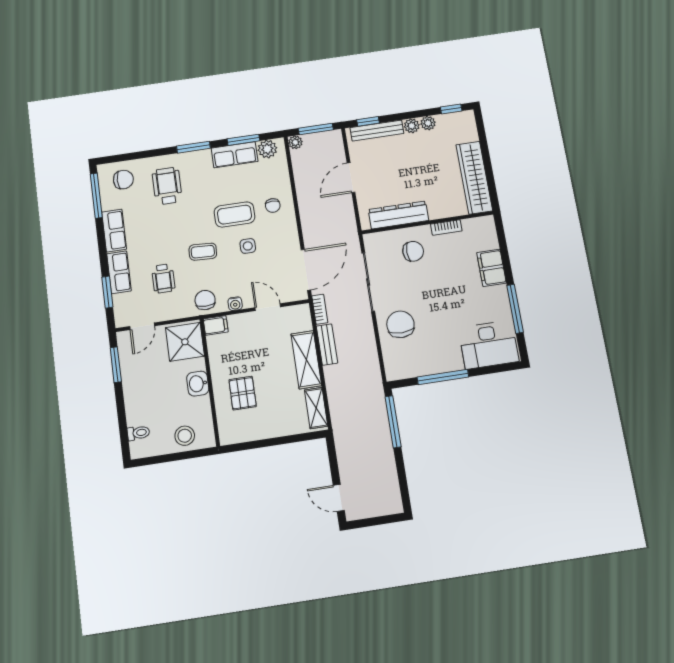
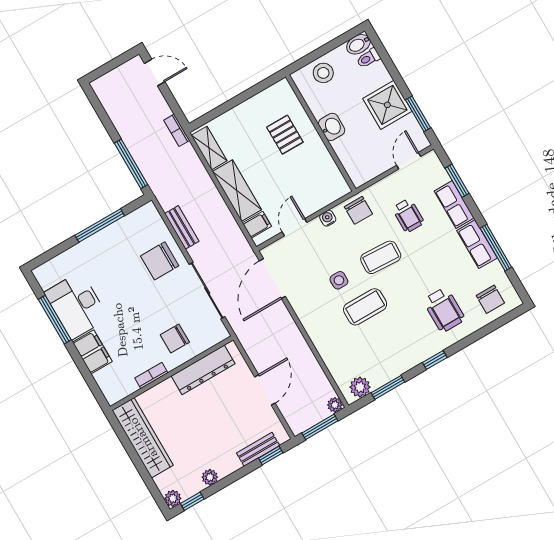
plant: (412, 126) -> (173, 498), moved
bench: (377, 131) -> (258, 449), width x0.73
window: (193, 147) -> (435, 360), width x0.67
row of seats: (235, 155) -> (390, 368), removed
chair: (123, 180) -> (490, 299), turned -90
window: (96, 196) -> (496, 248), moved
chair: (273, 206) -> (331, 331), removed
coffee table: (203, 252) -> (381, 257), width x1.36, depth x1.30
wheelchair: (163, 279) -> (408, 215), turned 180
door: (268, 307) -> (295, 227), swing flipped
bookcase: (320, 309) -> (177, 130), moved
chair: (400, 324) -> (160, 261), turned 90
filing cabinet: (216, 325) -> (257, 225), moved, turned 180
shower: (185, 342) -> (387, 105), moved
bench: (327, 345) -> (182, 227), moved
desk: (489, 345) -> (76, 305), moved, turned -90
bidet: (142, 449) -> (358, 44), added

